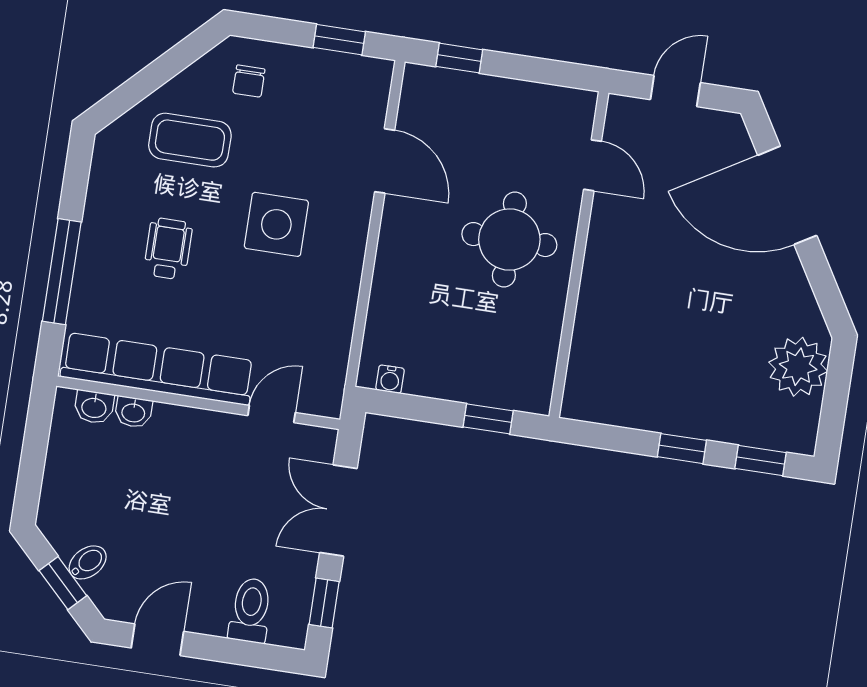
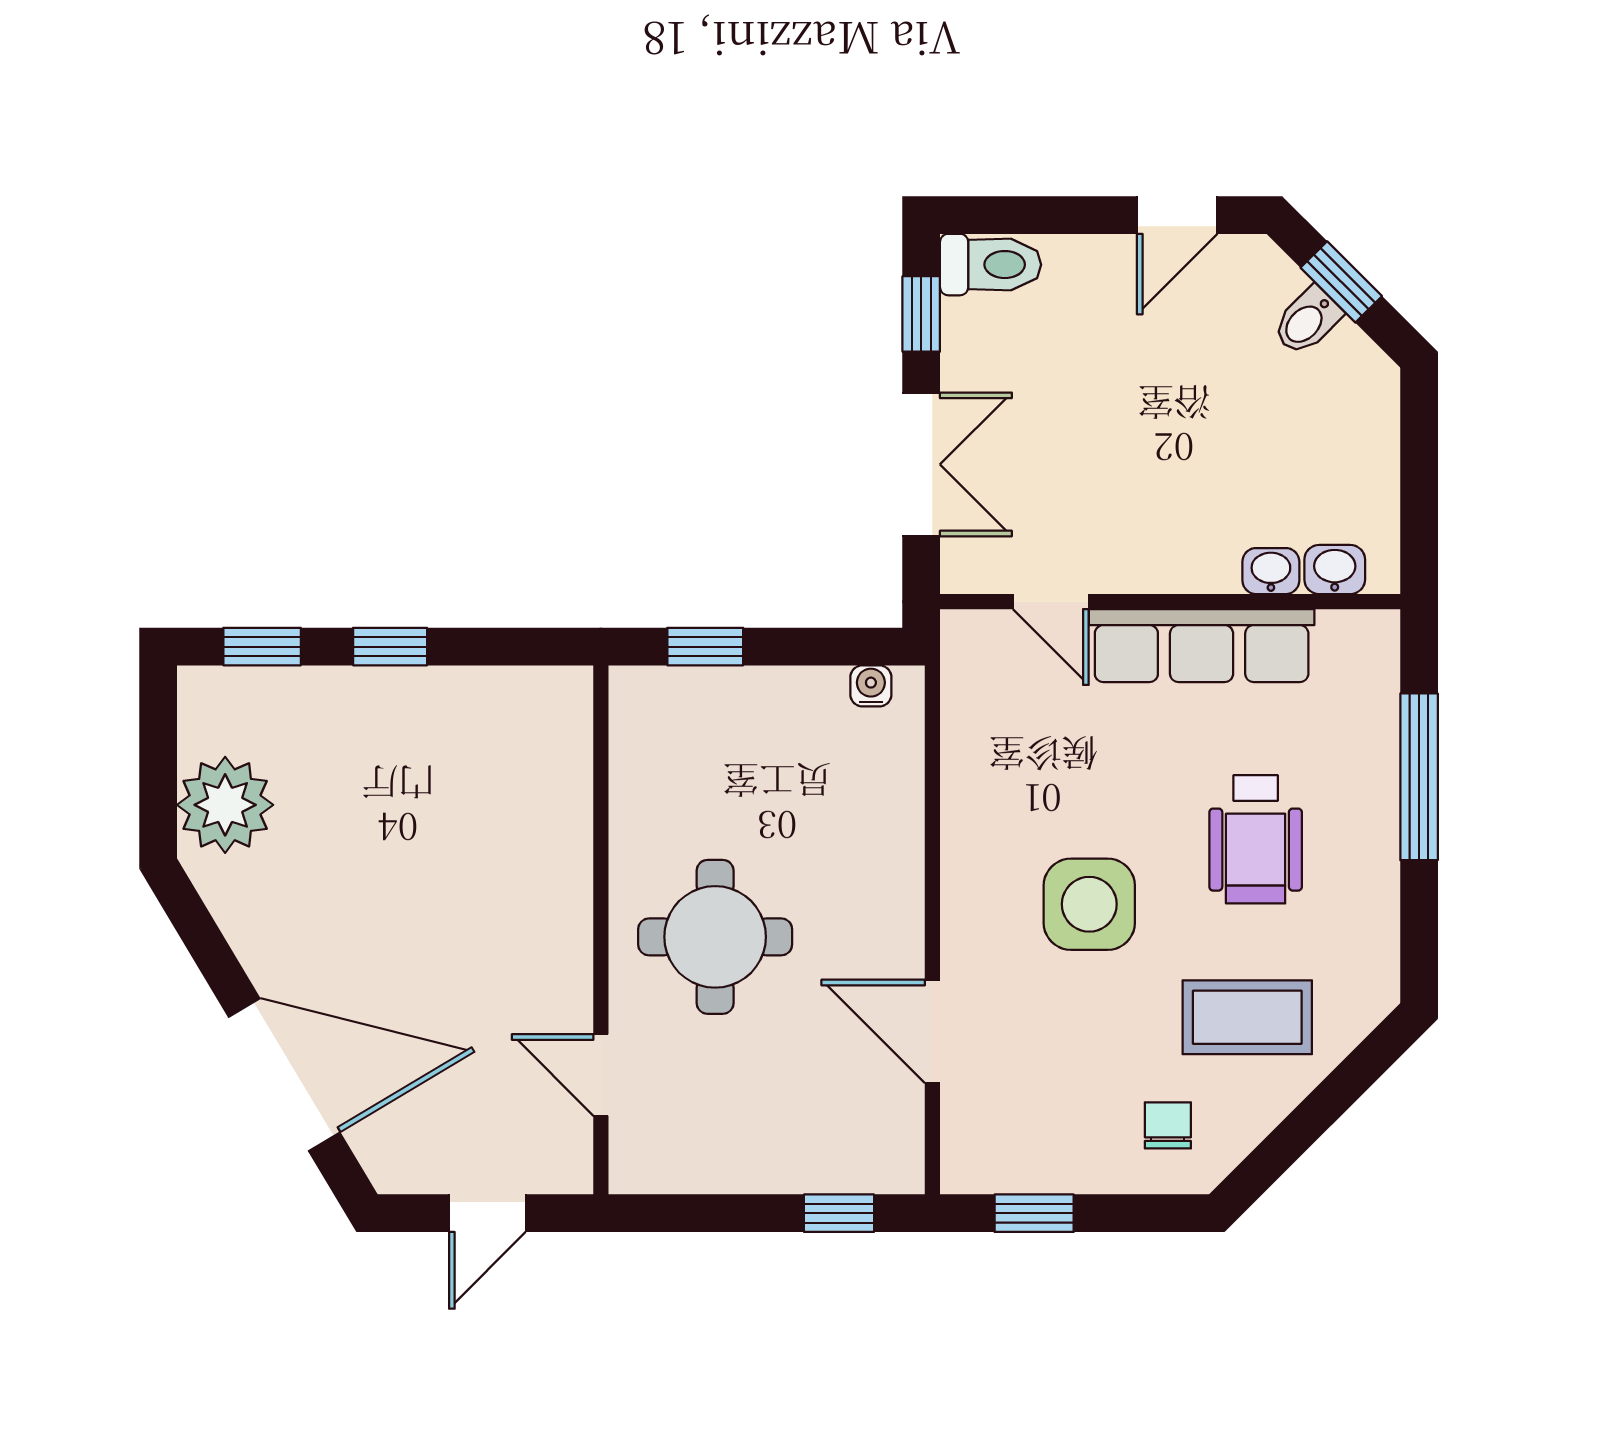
wheelchair: (168, 249) -> (1256, 839), width x1.36, depth x1.37
row of seats: (158, 369) -> (1202, 646), width x0.73
door: (272, 414) -> (1051, 602), hinge flipped
toilet: (250, 610) -> (991, 265), moved, turned -90

